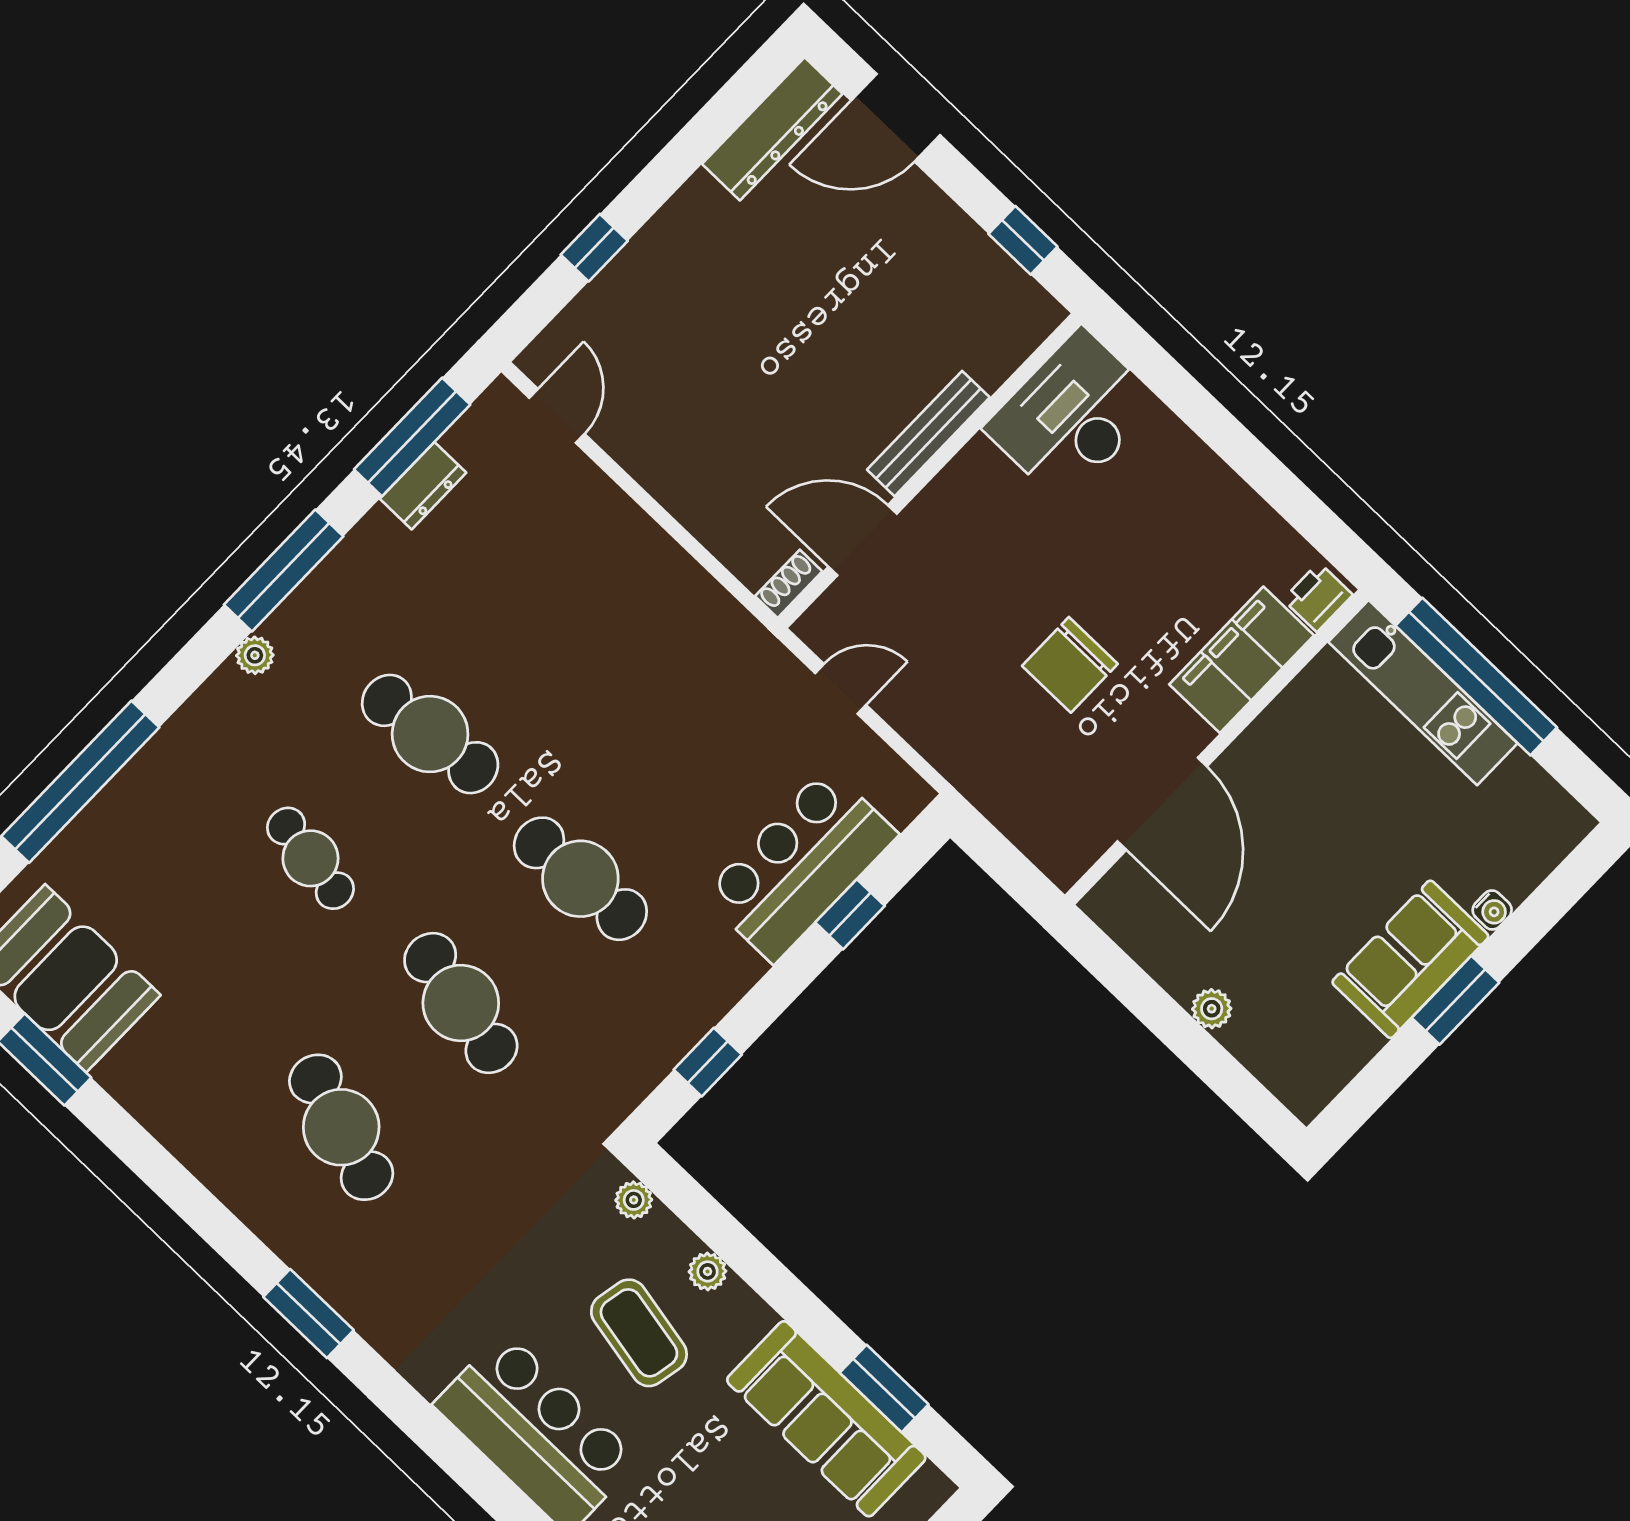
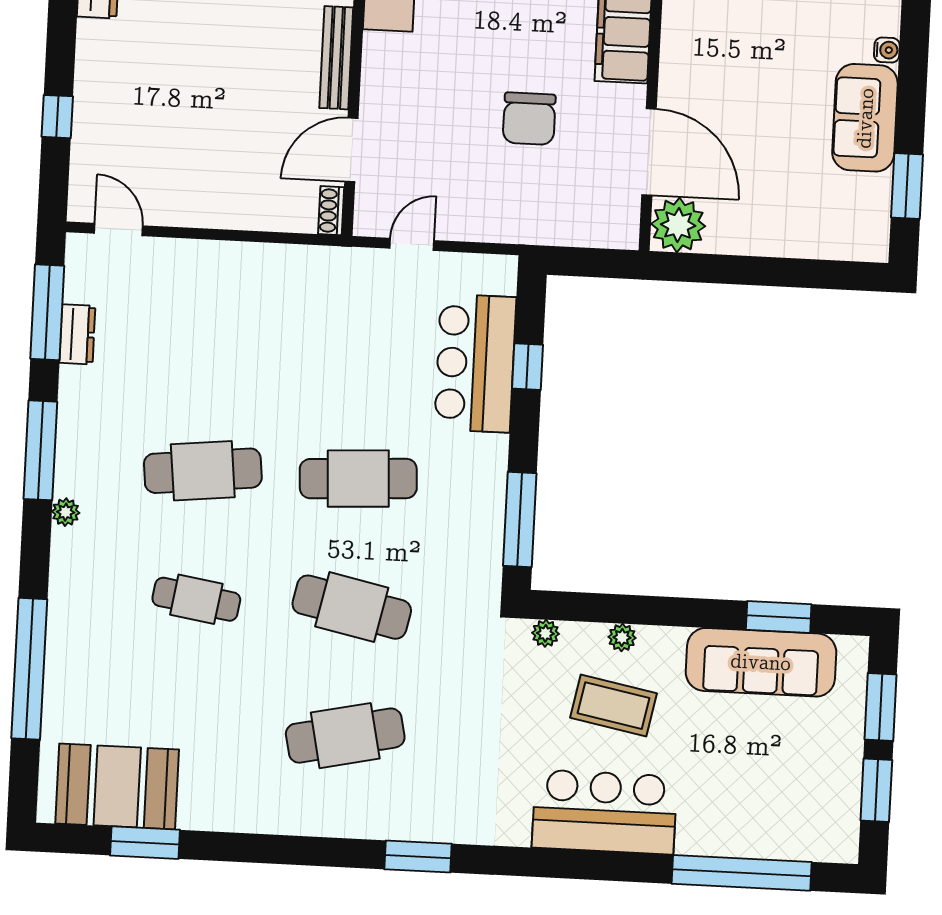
window: (1455, 1000) -> (907, 186), moved
plant: (1212, 1009) -> (678, 225), moved, width x1.88, depth x1.88
window: (708, 1062) -> (520, 520), width x2.17
cafe table: (341, 1127) -> (345, 736), turned -30

